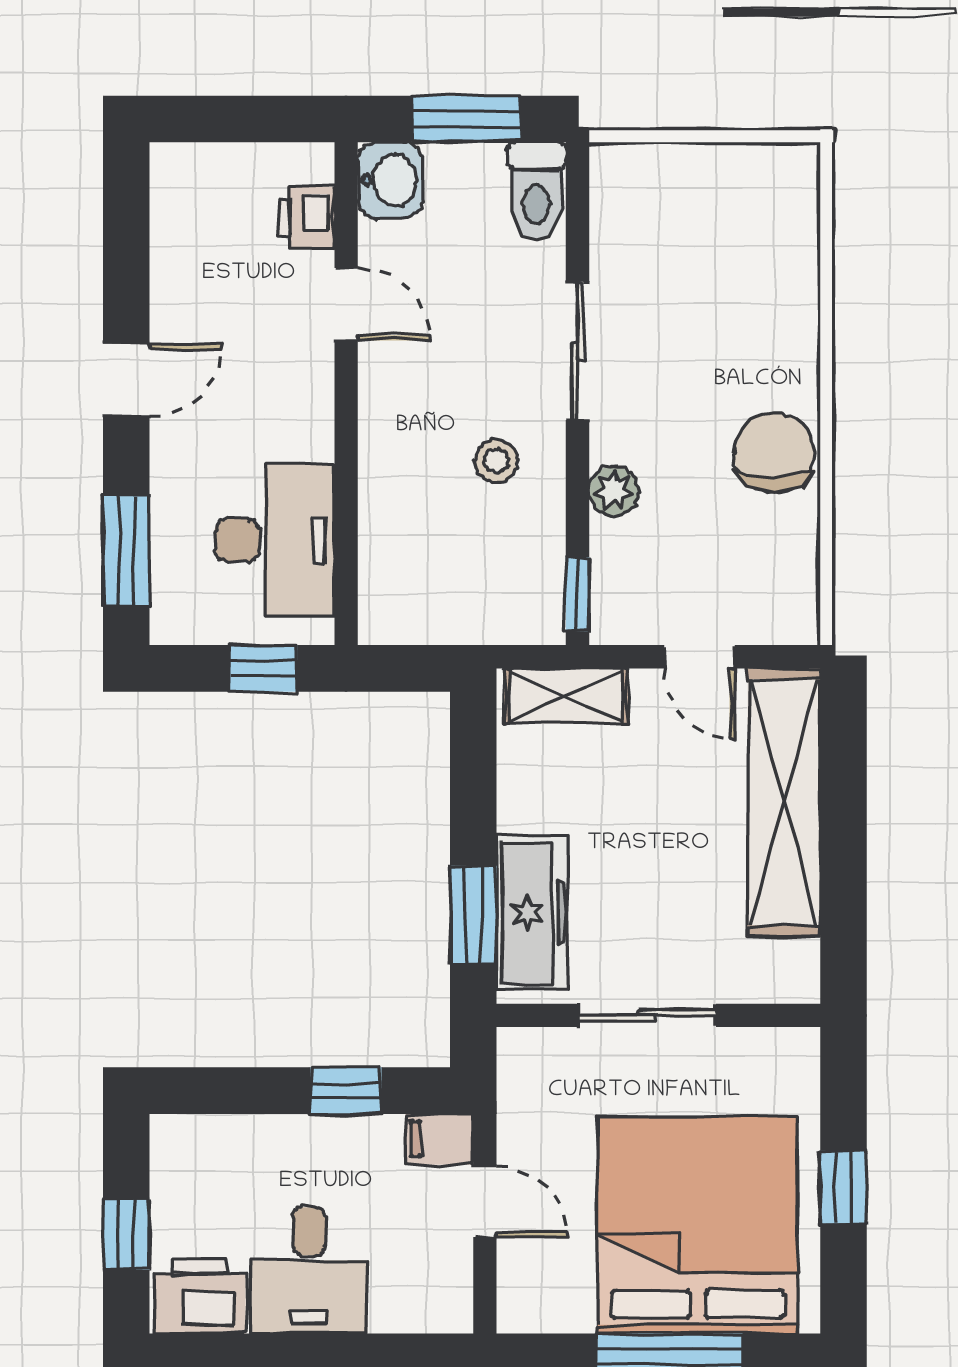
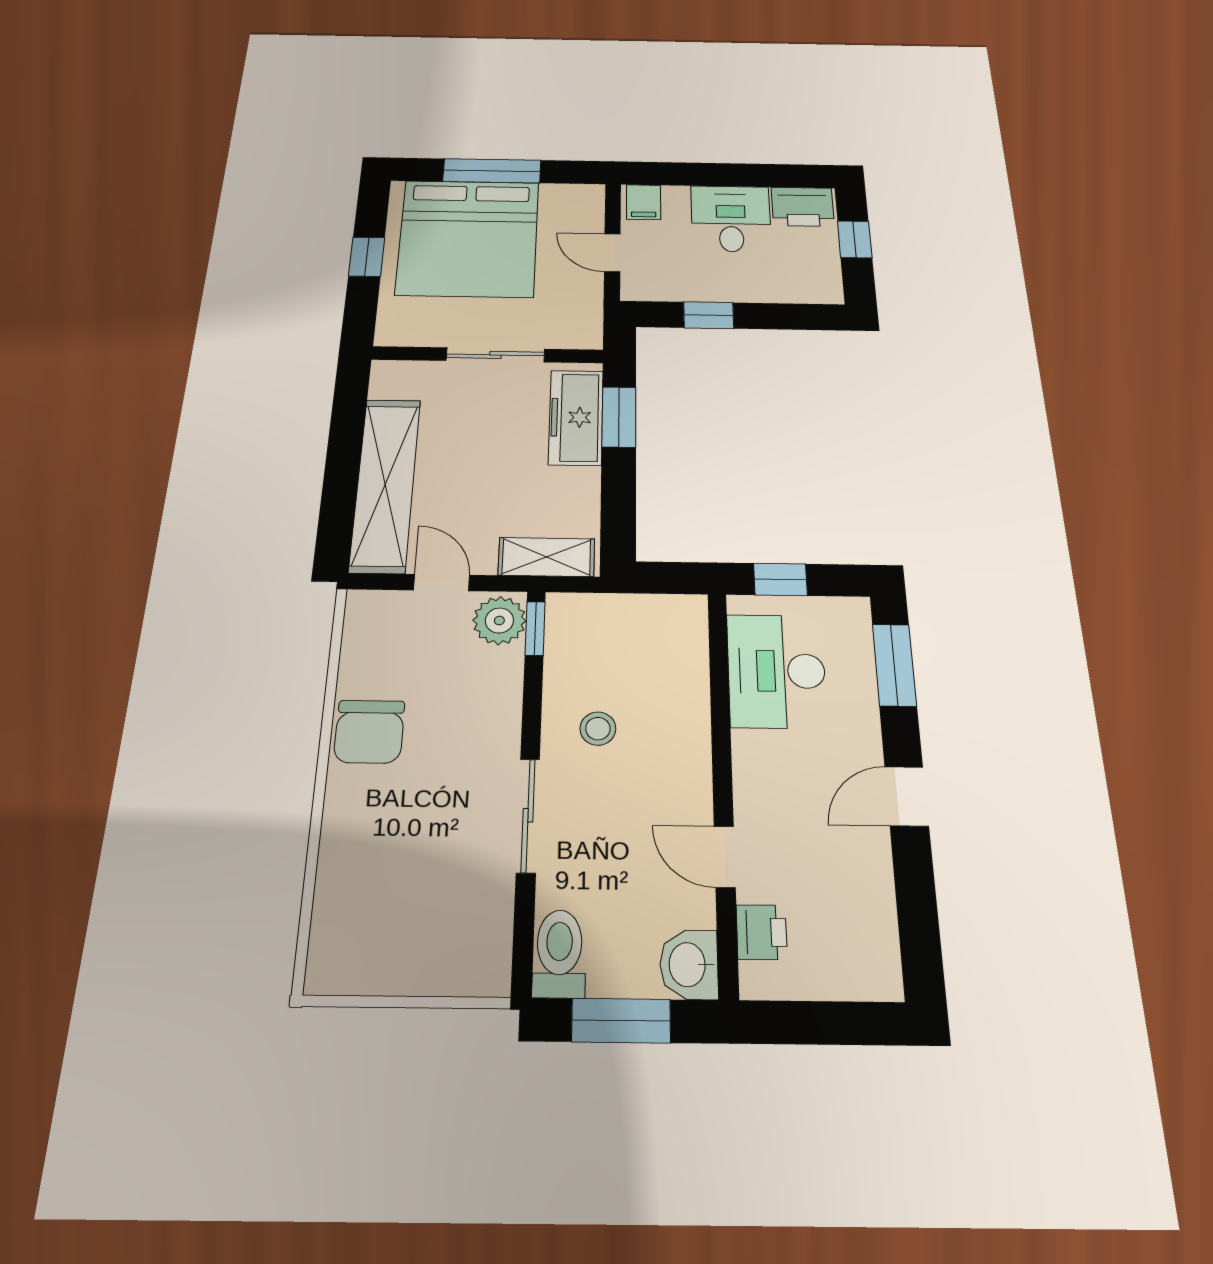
plant: (614, 491) -> (499, 621), moved, width x1.38, depth x1.38
filing cabinet: (439, 1139) -> (644, 202), moved, turned 90

